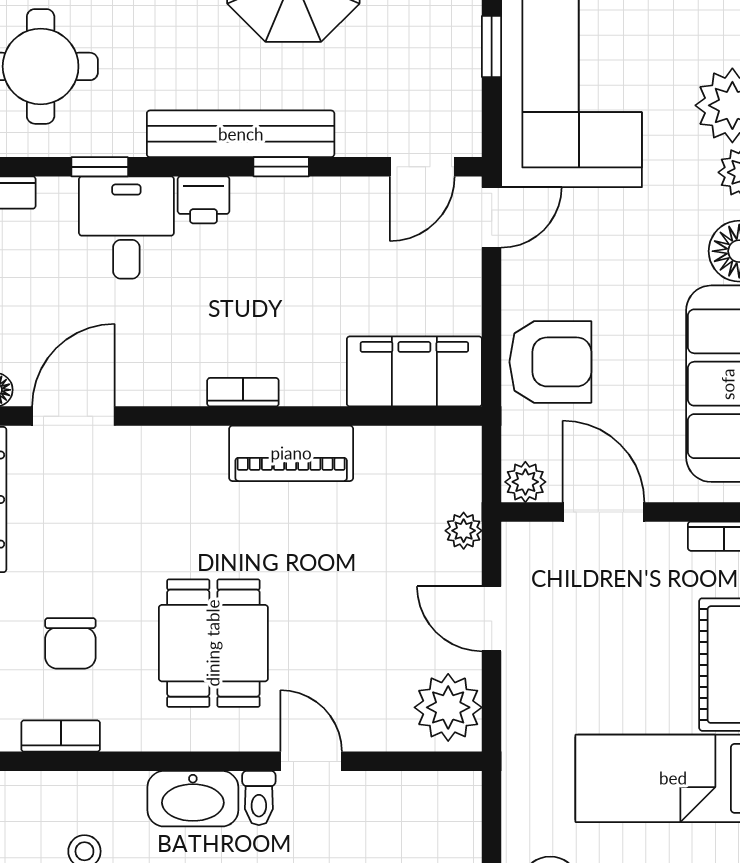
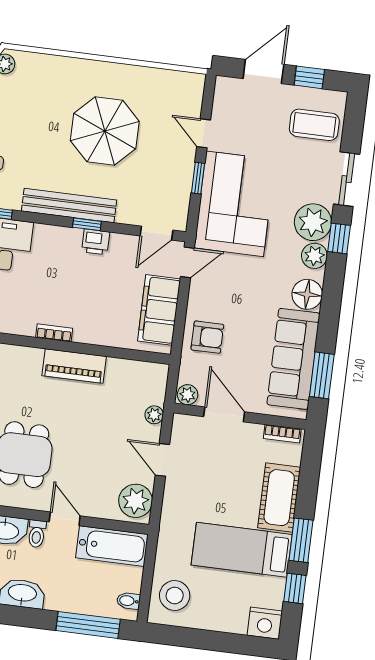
printer: (204, 200) -> (96, 242), moved
armchair: (550, 362) -> (207, 337), width x0.72, depth x0.72
filing cabinet: (414, 371) -> (159, 310), moved, turned -90
bathtub: (412, 804) -> (112, 546), added

